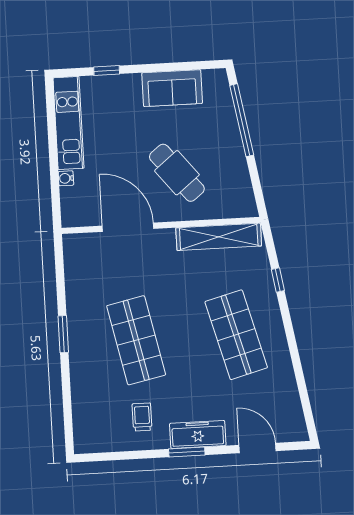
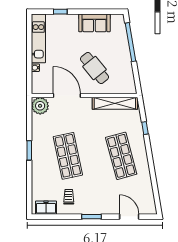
plant: (79, 249) -> (40, 106), added
freezer: (198, 434) -> (46, 208), moved, width x0.71

